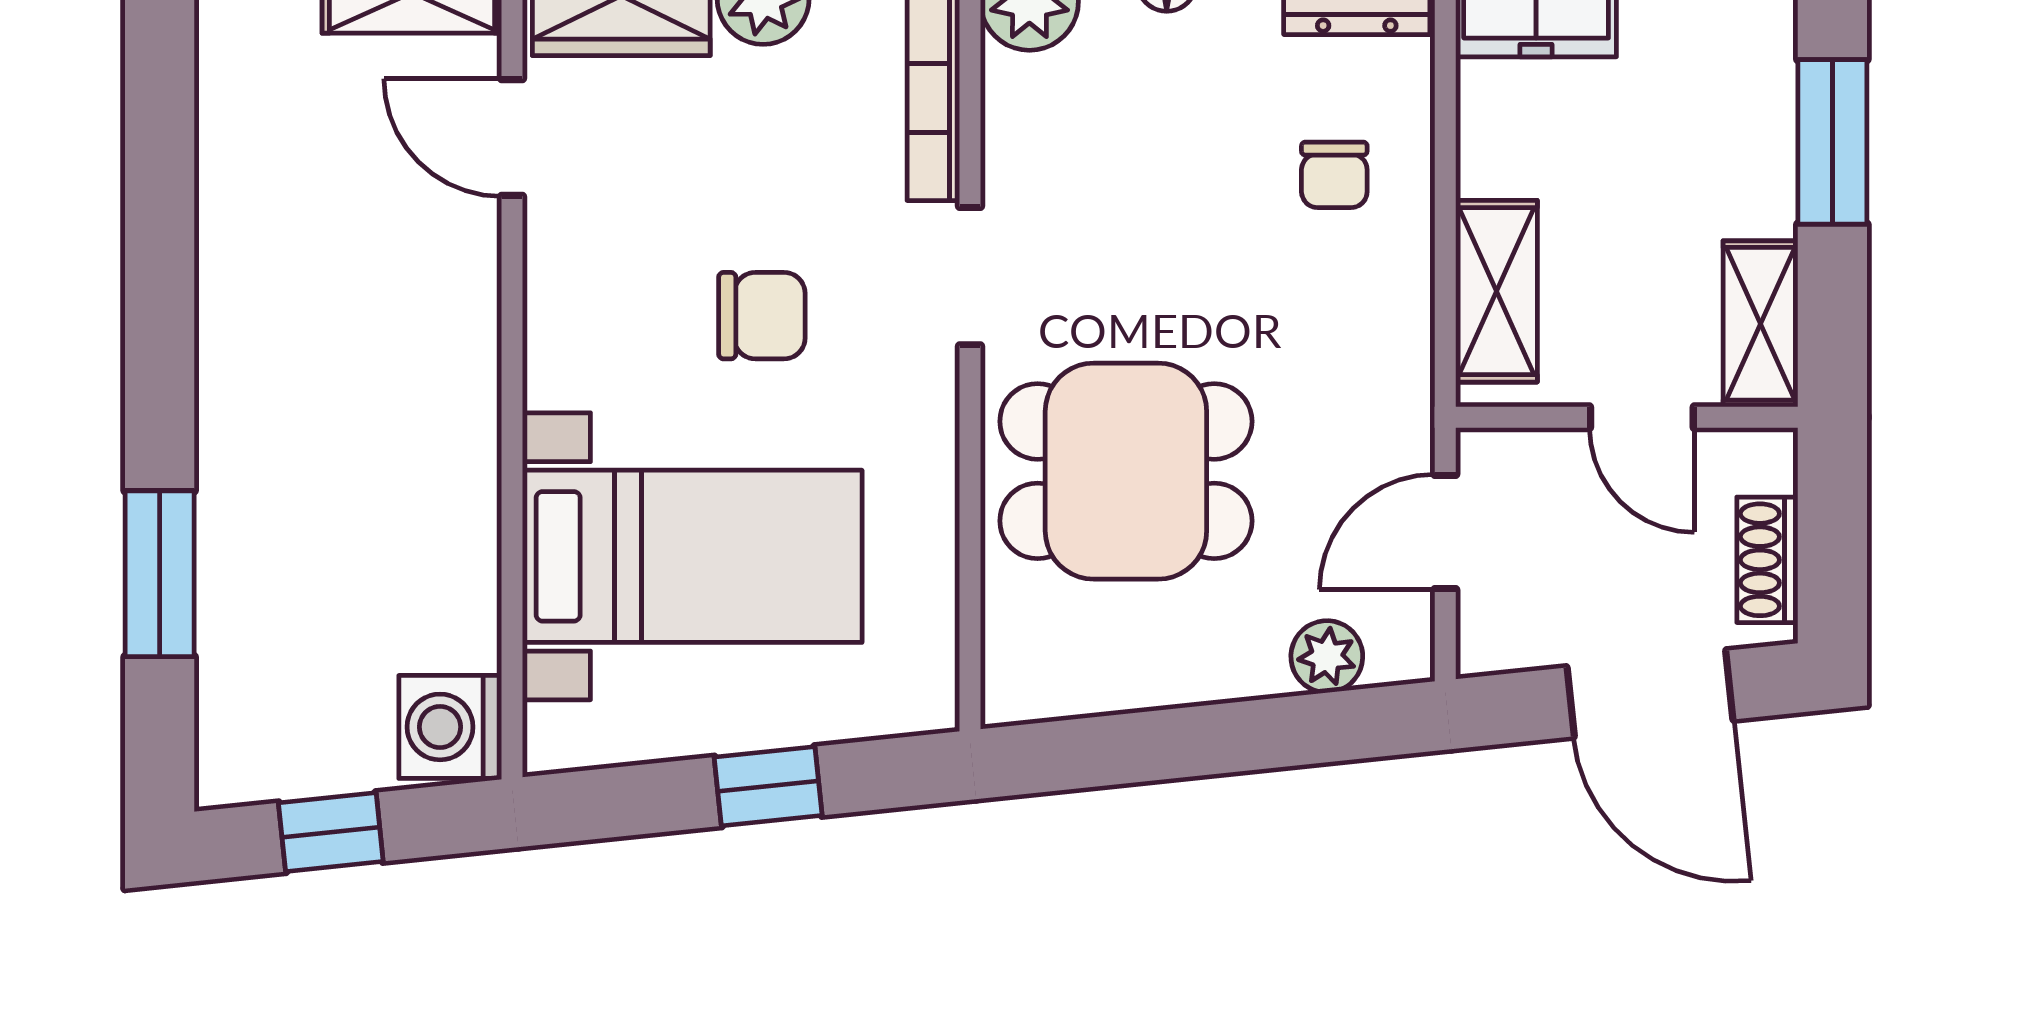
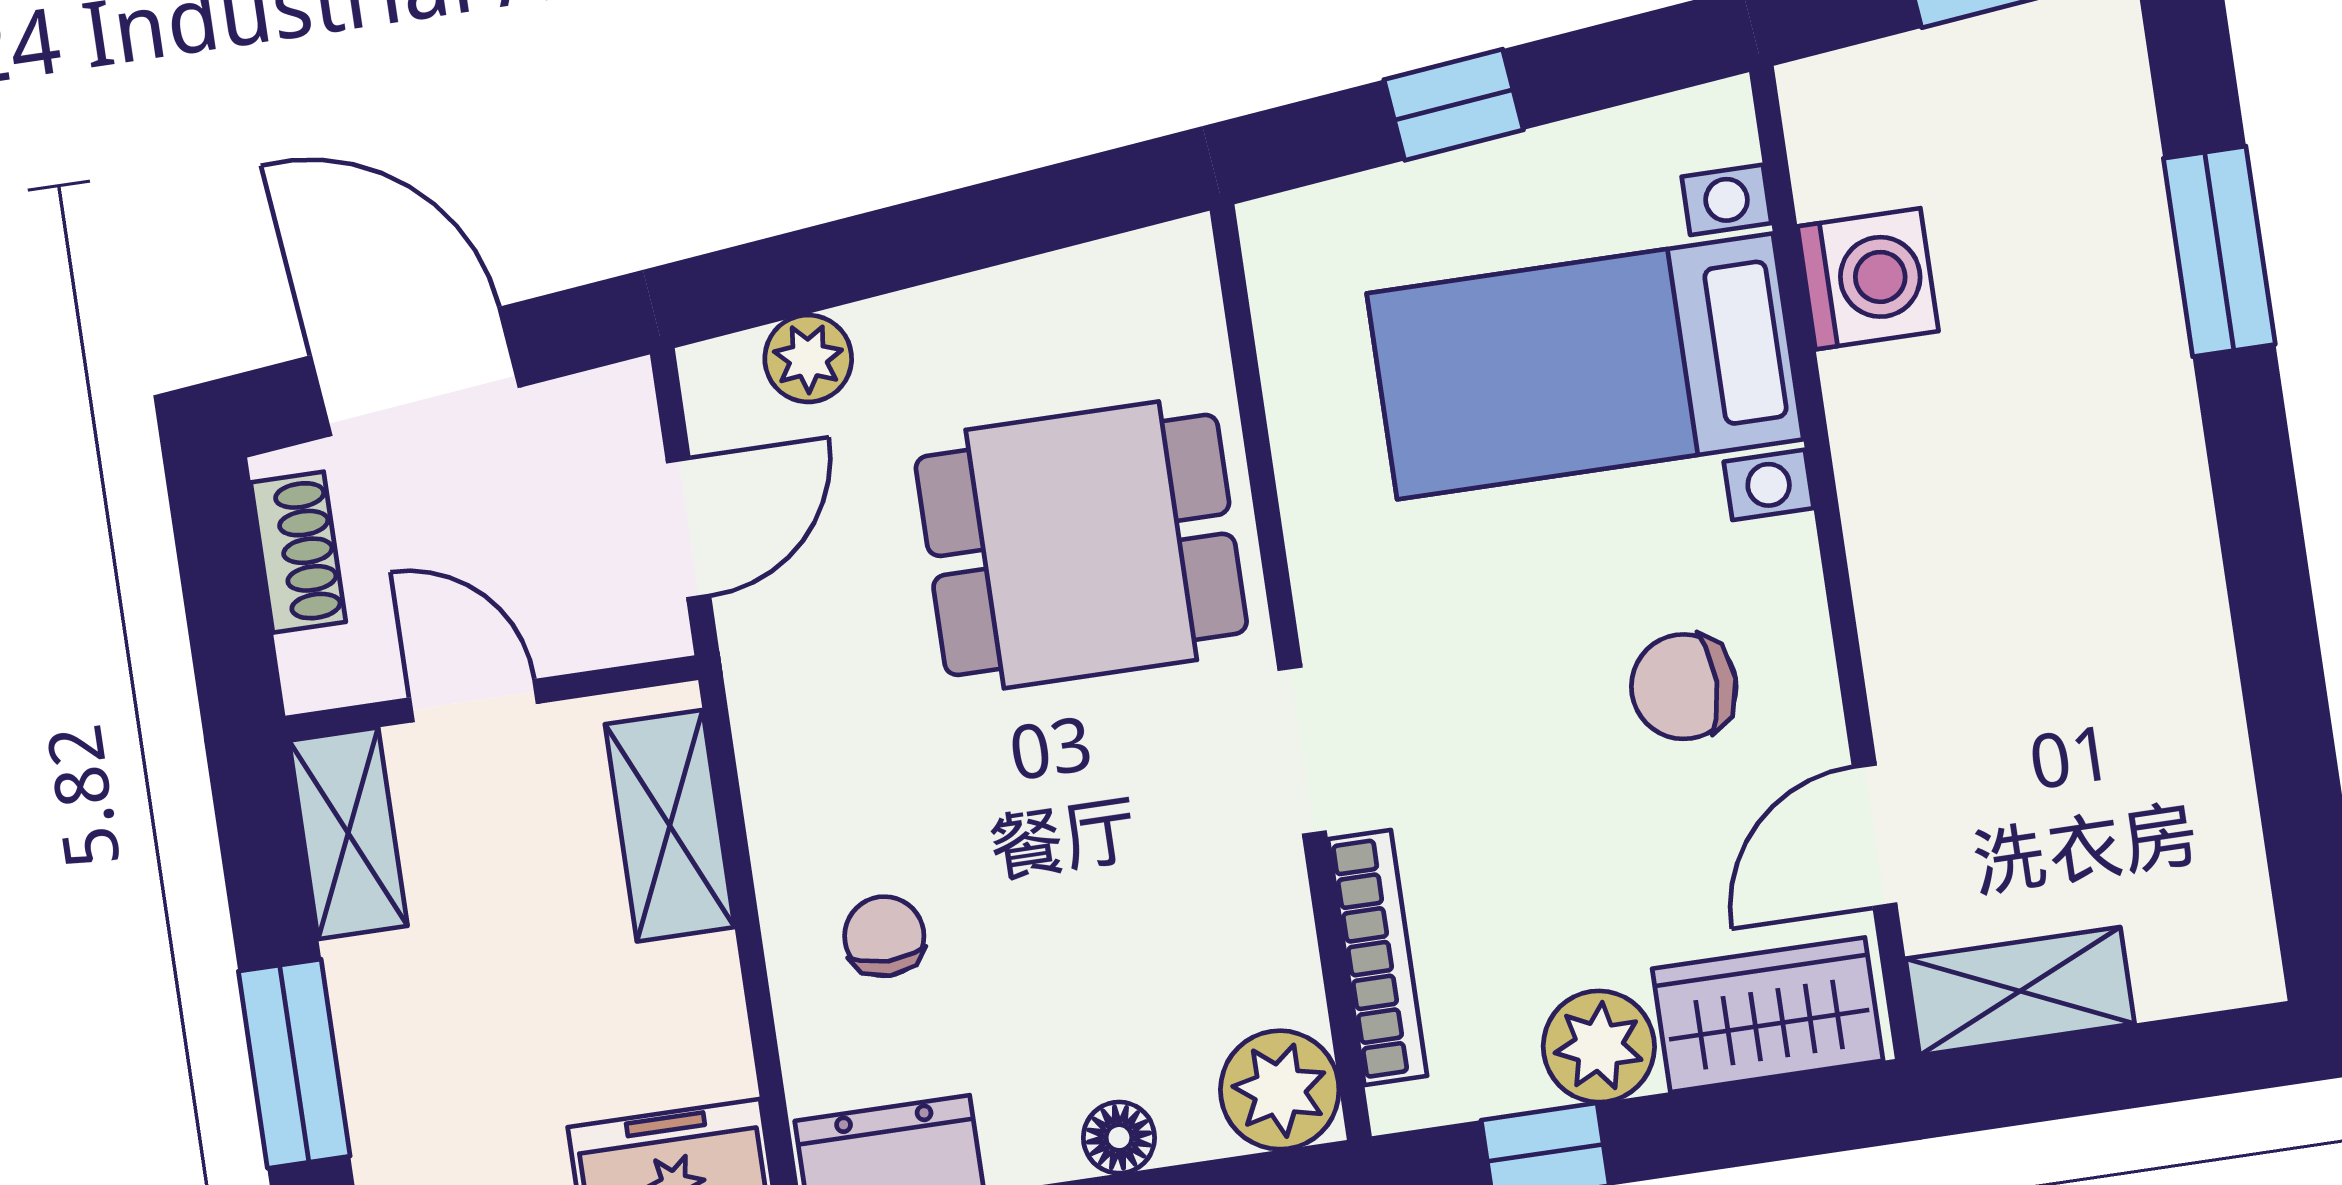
door: (512, 138) -> (1875, 836), swing flipped
chair: (762, 316) -> (1684, 687), moved
washing machine: (450, 727) -> (1868, 279), moved

